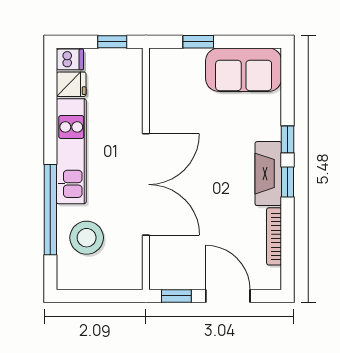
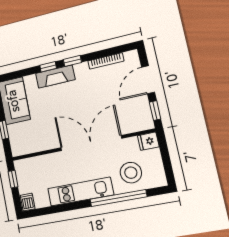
fridge: (71, 84) -> (148, 141), moved, turned -90
fireplace: (268, 174) -> (55, 77), moved

